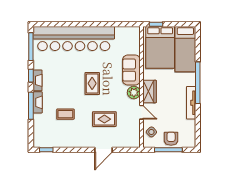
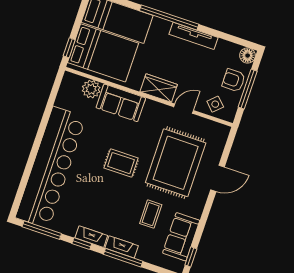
plant: (134, 92) -> (91, 89), moved
rug: (104, 119) -> (176, 163), width x1.86, depth x2.06
sofa: (57, 139) -> (181, 237), added
floor lamp: (190, 142) -> (248, 56), added
door: (103, 150) -> (217, 178), hinge flipped

